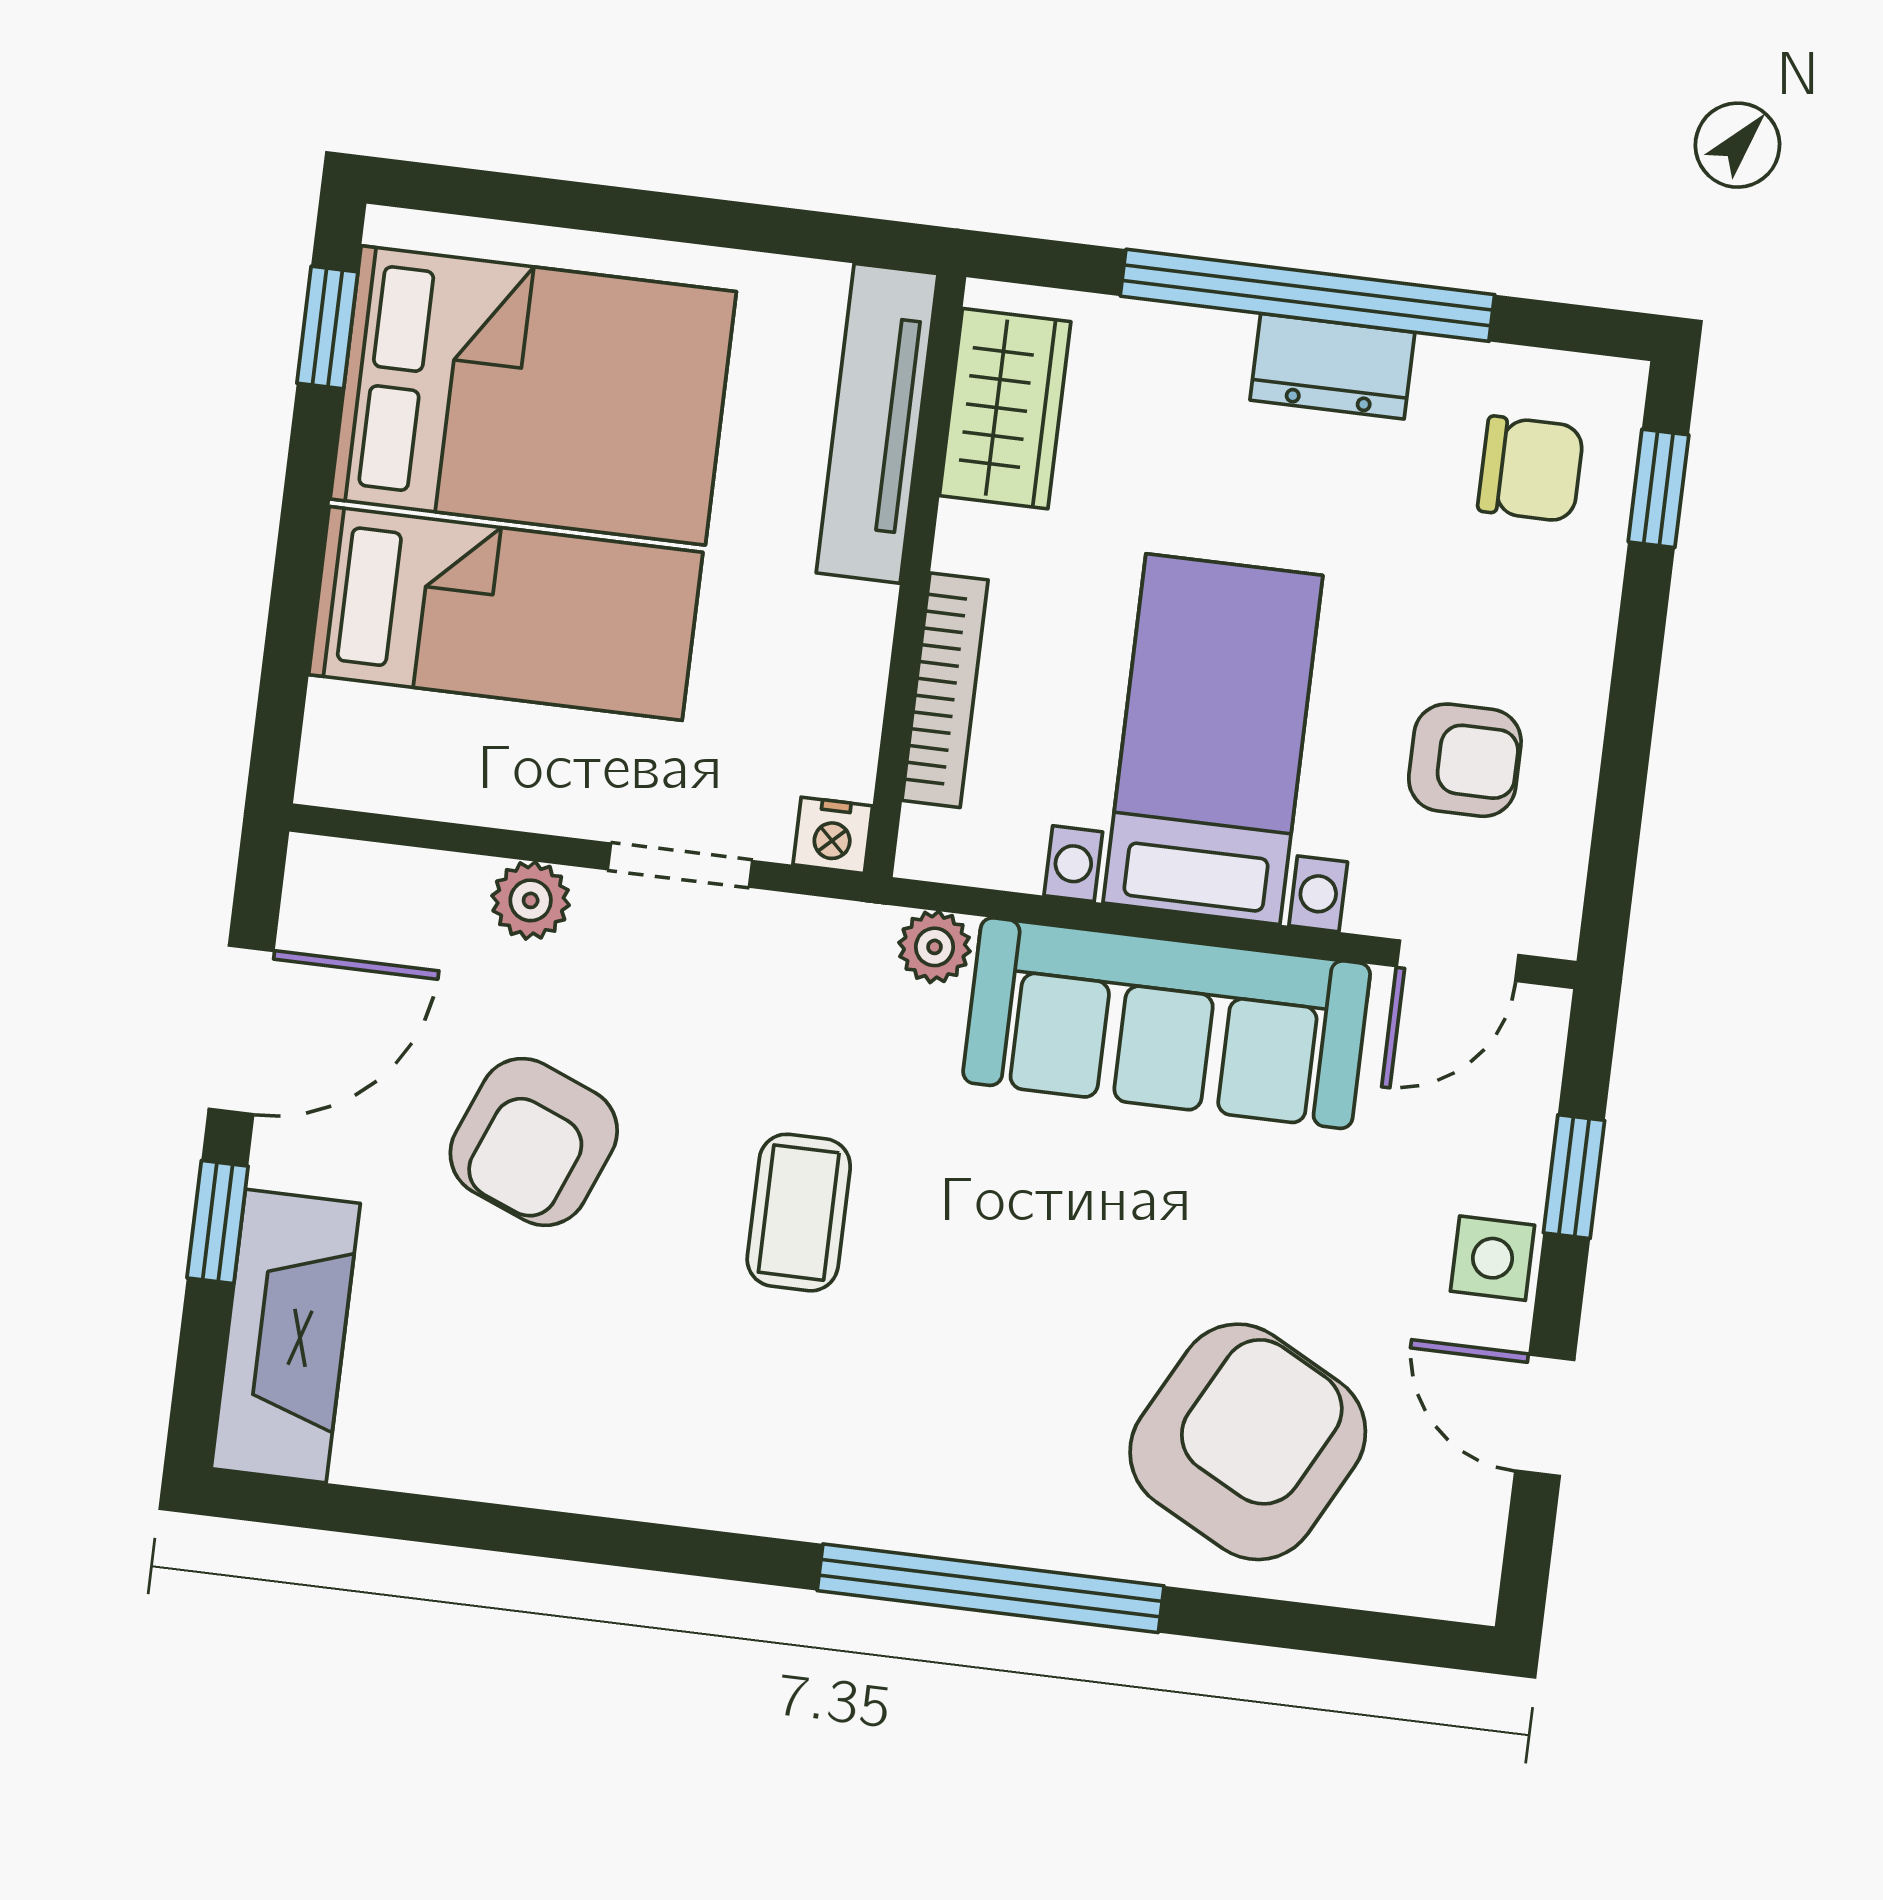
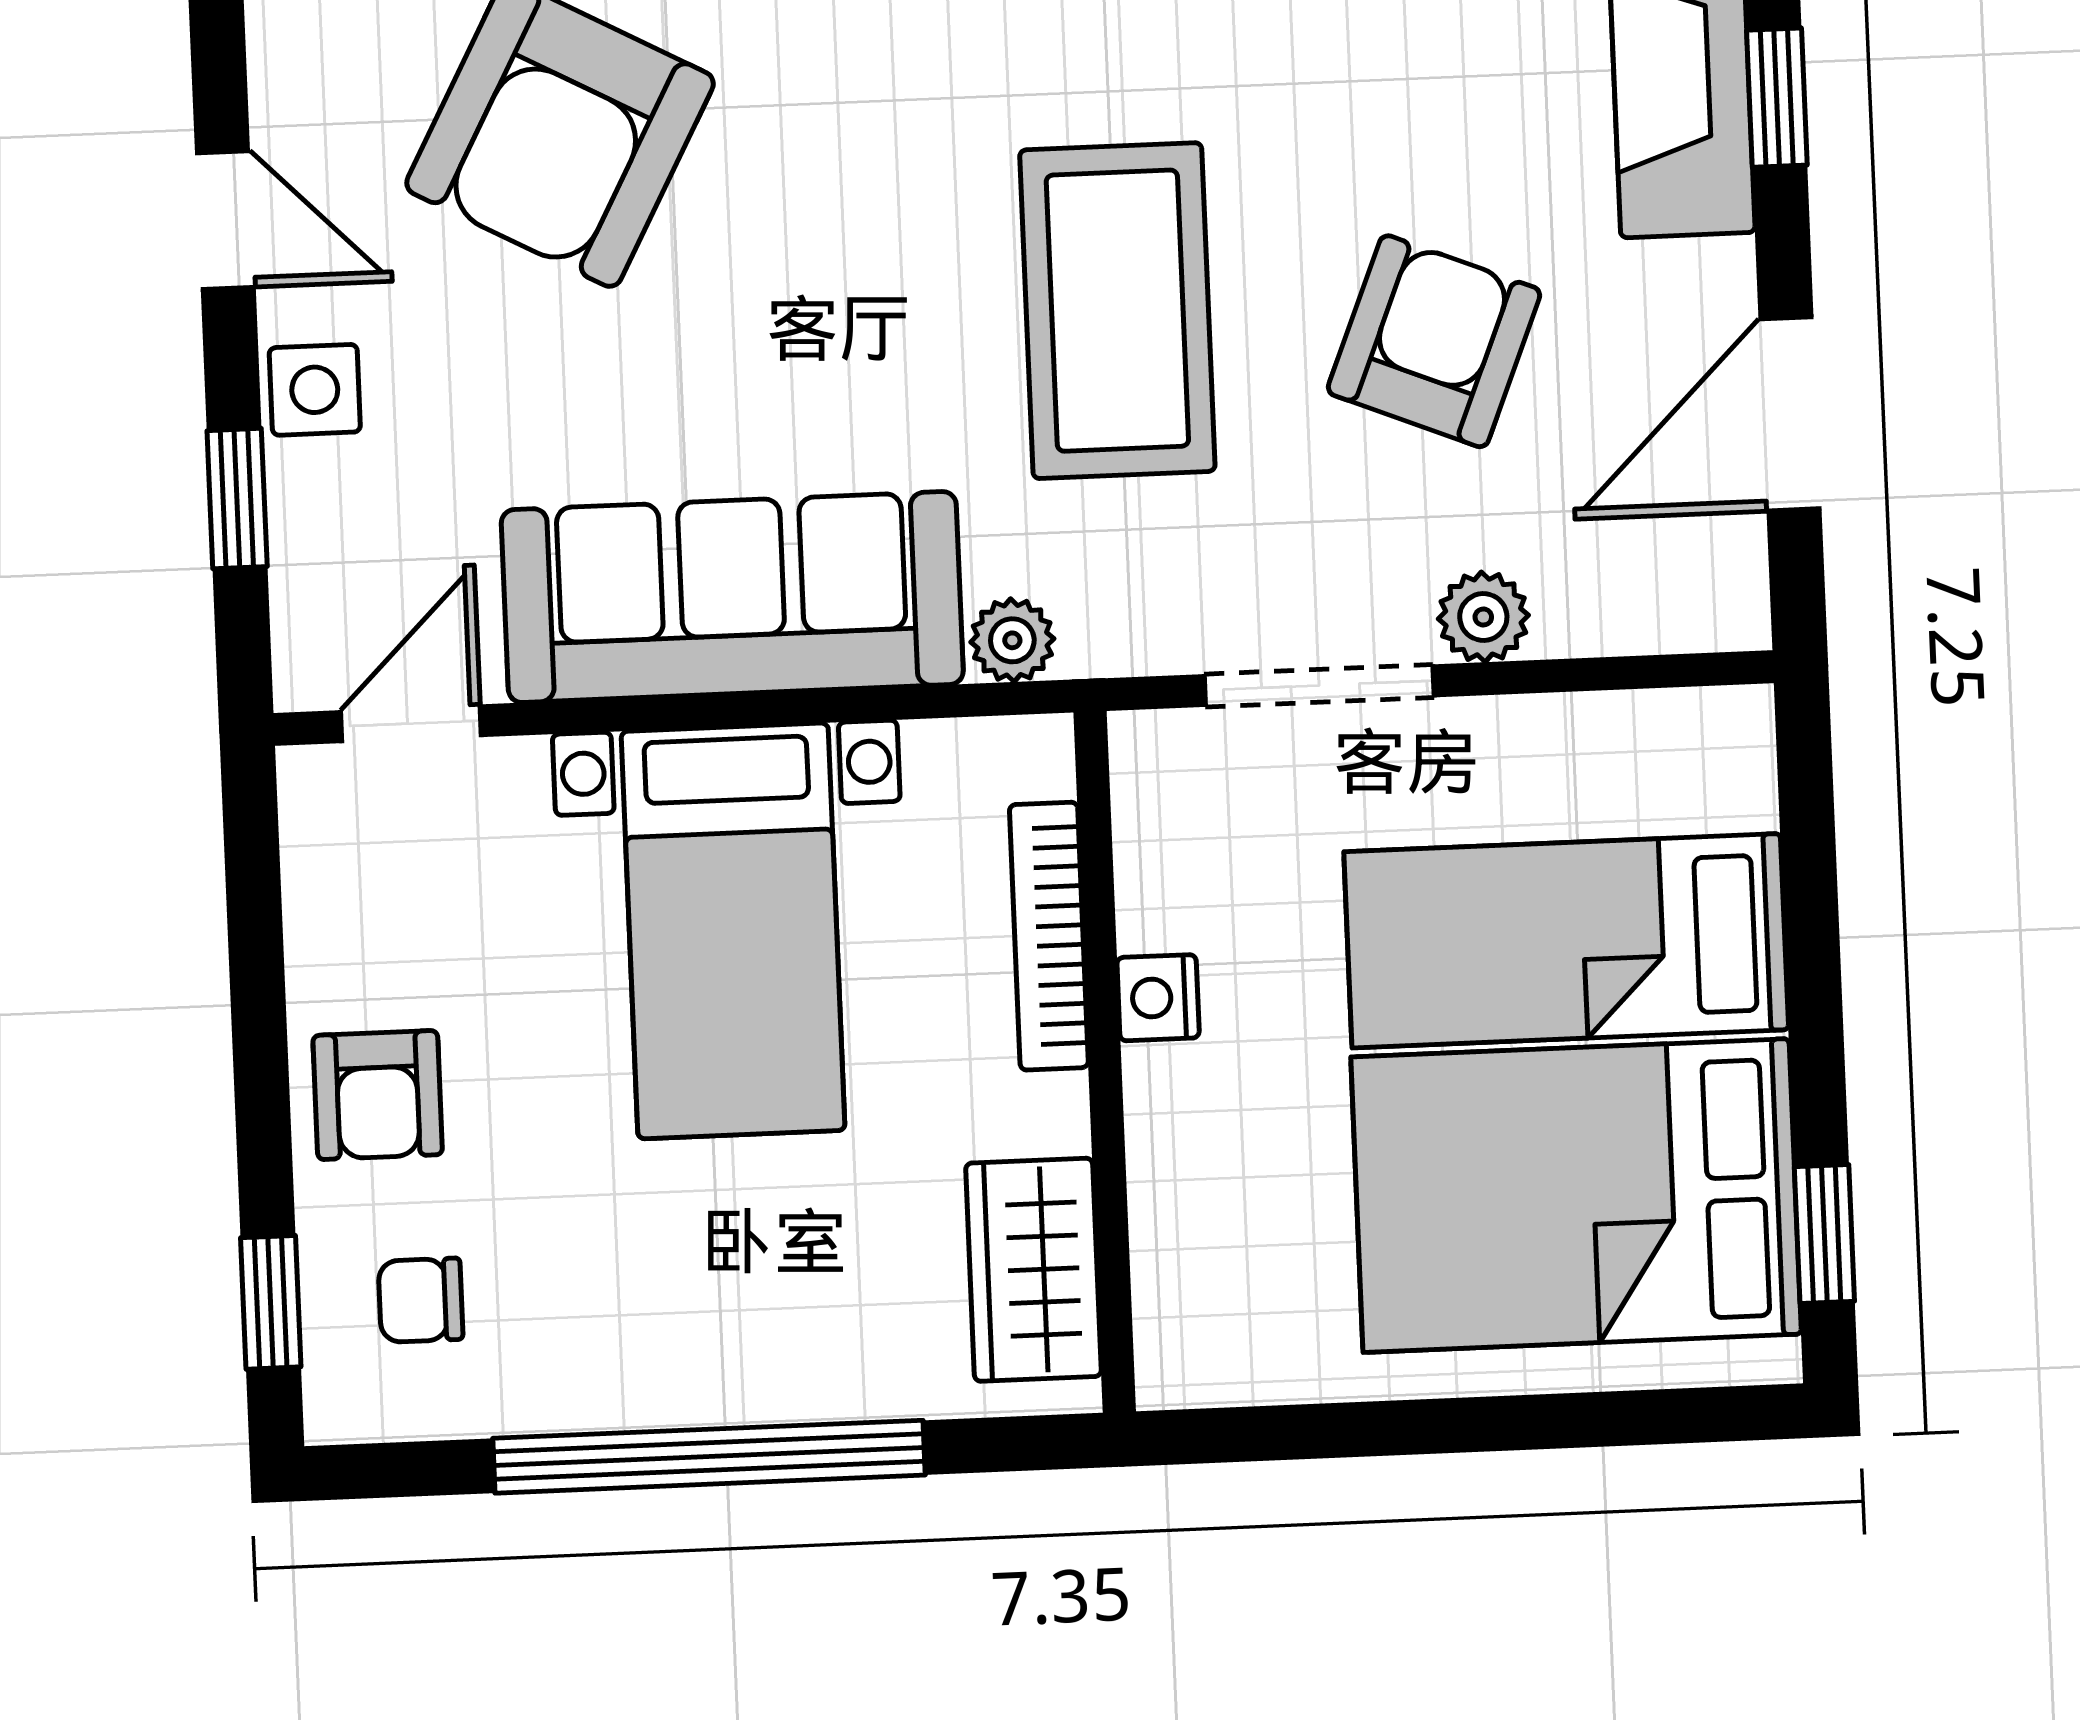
dresser: (1332, 366) -> (667, 1380), removed
tv unit: (877, 423) -> (1177, 1229), removed
chair: (1531, 469) -> (421, 1300), width x0.73, depth x0.73
armchair: (1465, 760) -> (378, 1095), moved, turned -90
nightstand: (833, 835) -> (1158, 998), moved, turned -90
doorway: (680, 865) -> (1319, 686), width x1.38
coffee table: (799, 1213) -> (1117, 311), width x1.86, depth x1.72
window: (218, 1222) -> (1777, 98), moved

